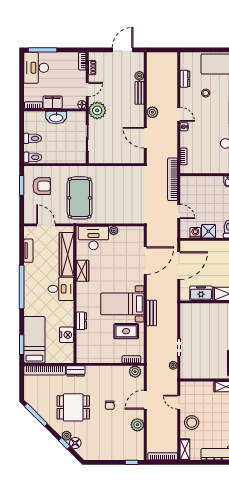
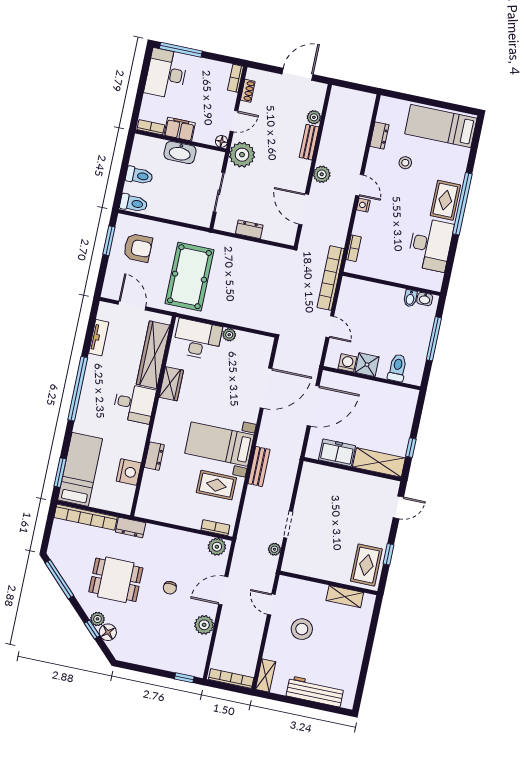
dresser: (112, 158) -> (249, 229), added
stool: (192, 423) -> (302, 629), moved

